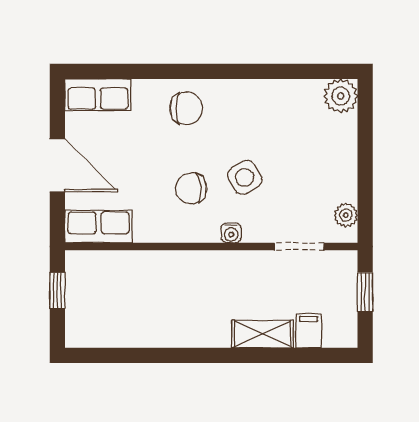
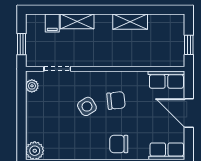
water cooler: (231, 233) -> (94, 76), removed
shelving: (165, 334) -> (130, 22), added

